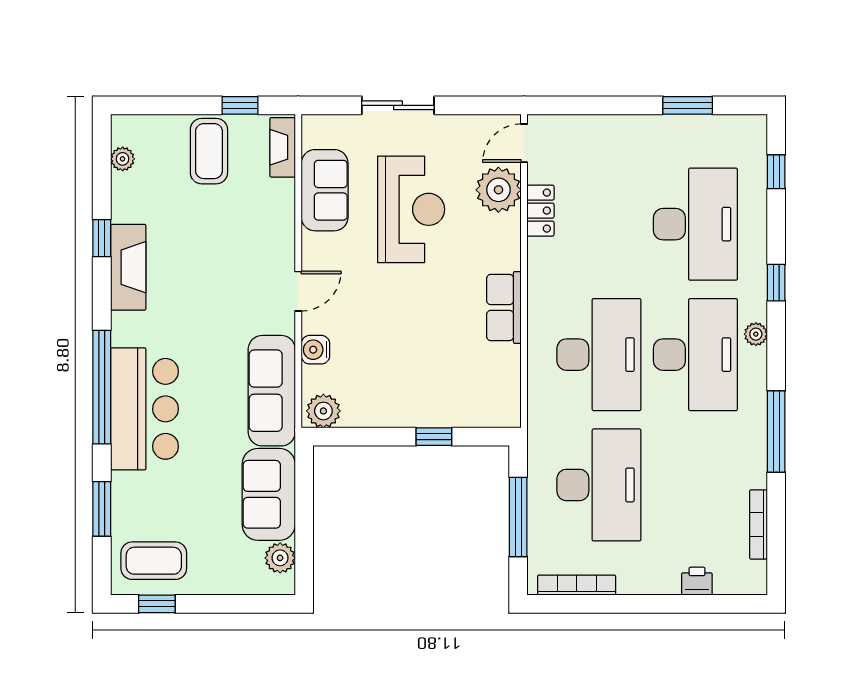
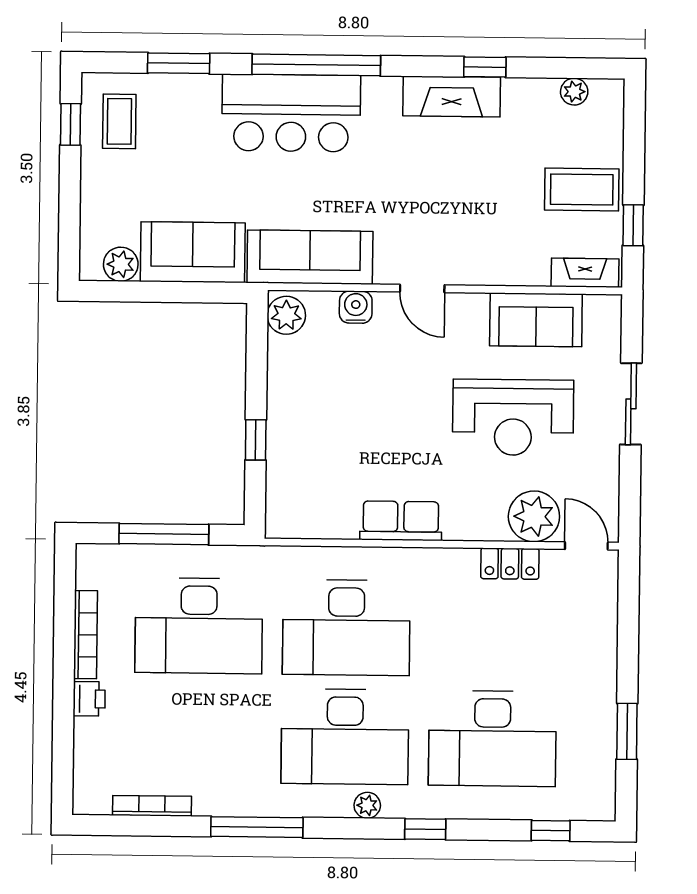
coffee table: (154, 561) -> (119, 121), width x0.73, depth x0.77
printer: (697, 581) -> (89, 699), moved
bookcase: (577, 585) -> (86, 635), moved

